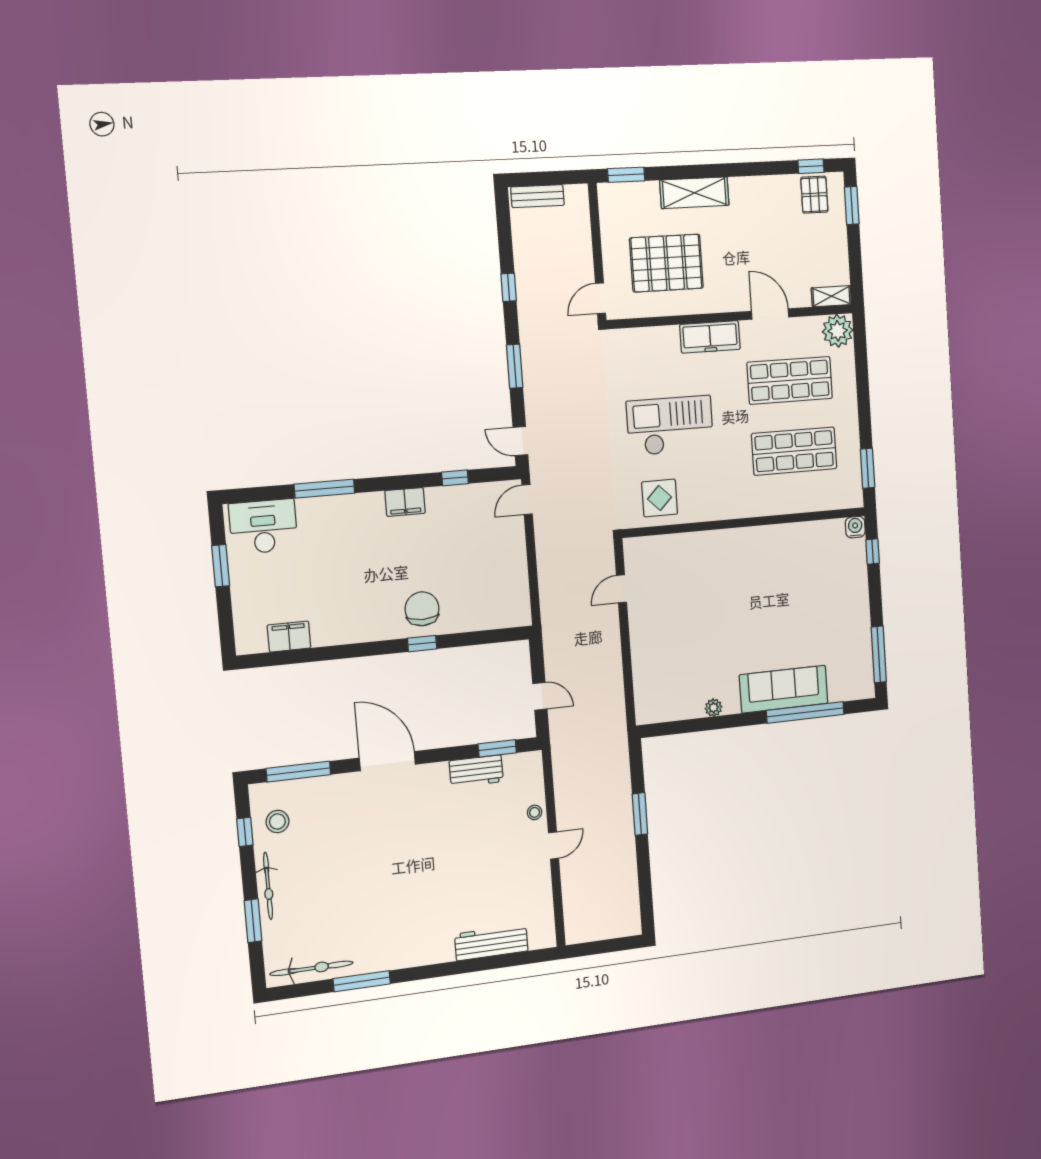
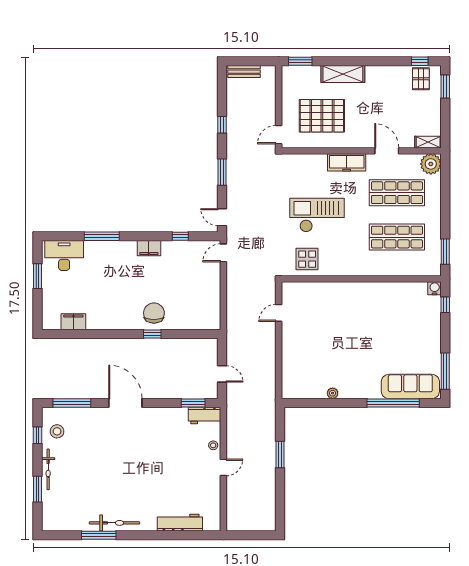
sofa: (784, 689) -> (410, 387), moved
workbench: (476, 771) -> (205, 415), moved
bicycle: (312, 968) -> (114, 523), moved

